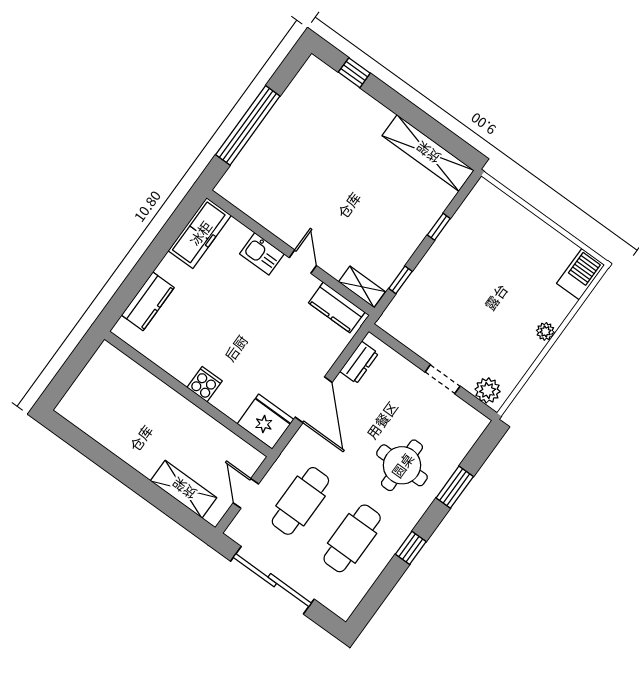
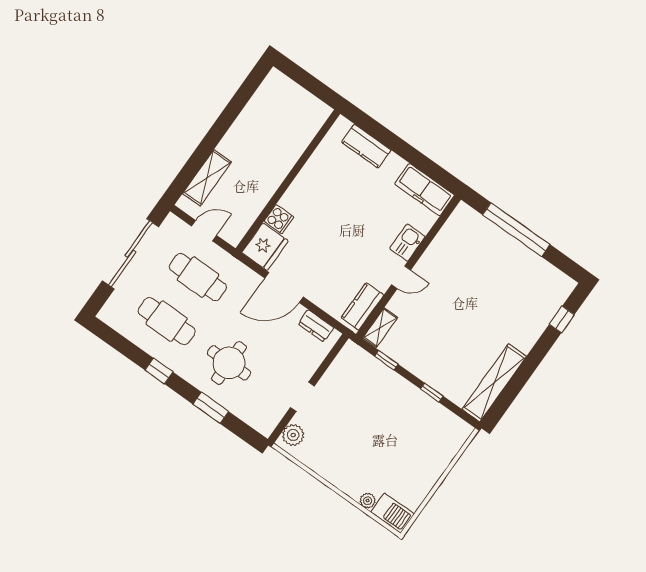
plant: (545, 331) -> (368, 501), moved
cooker: (205, 384) -> (279, 219), moved

